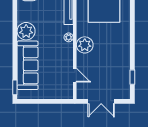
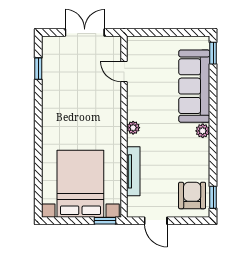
plant: (26, 31) -> (203, 131), width x0.53, depth x0.53
plant: (85, 45) -> (109, 116), removed

